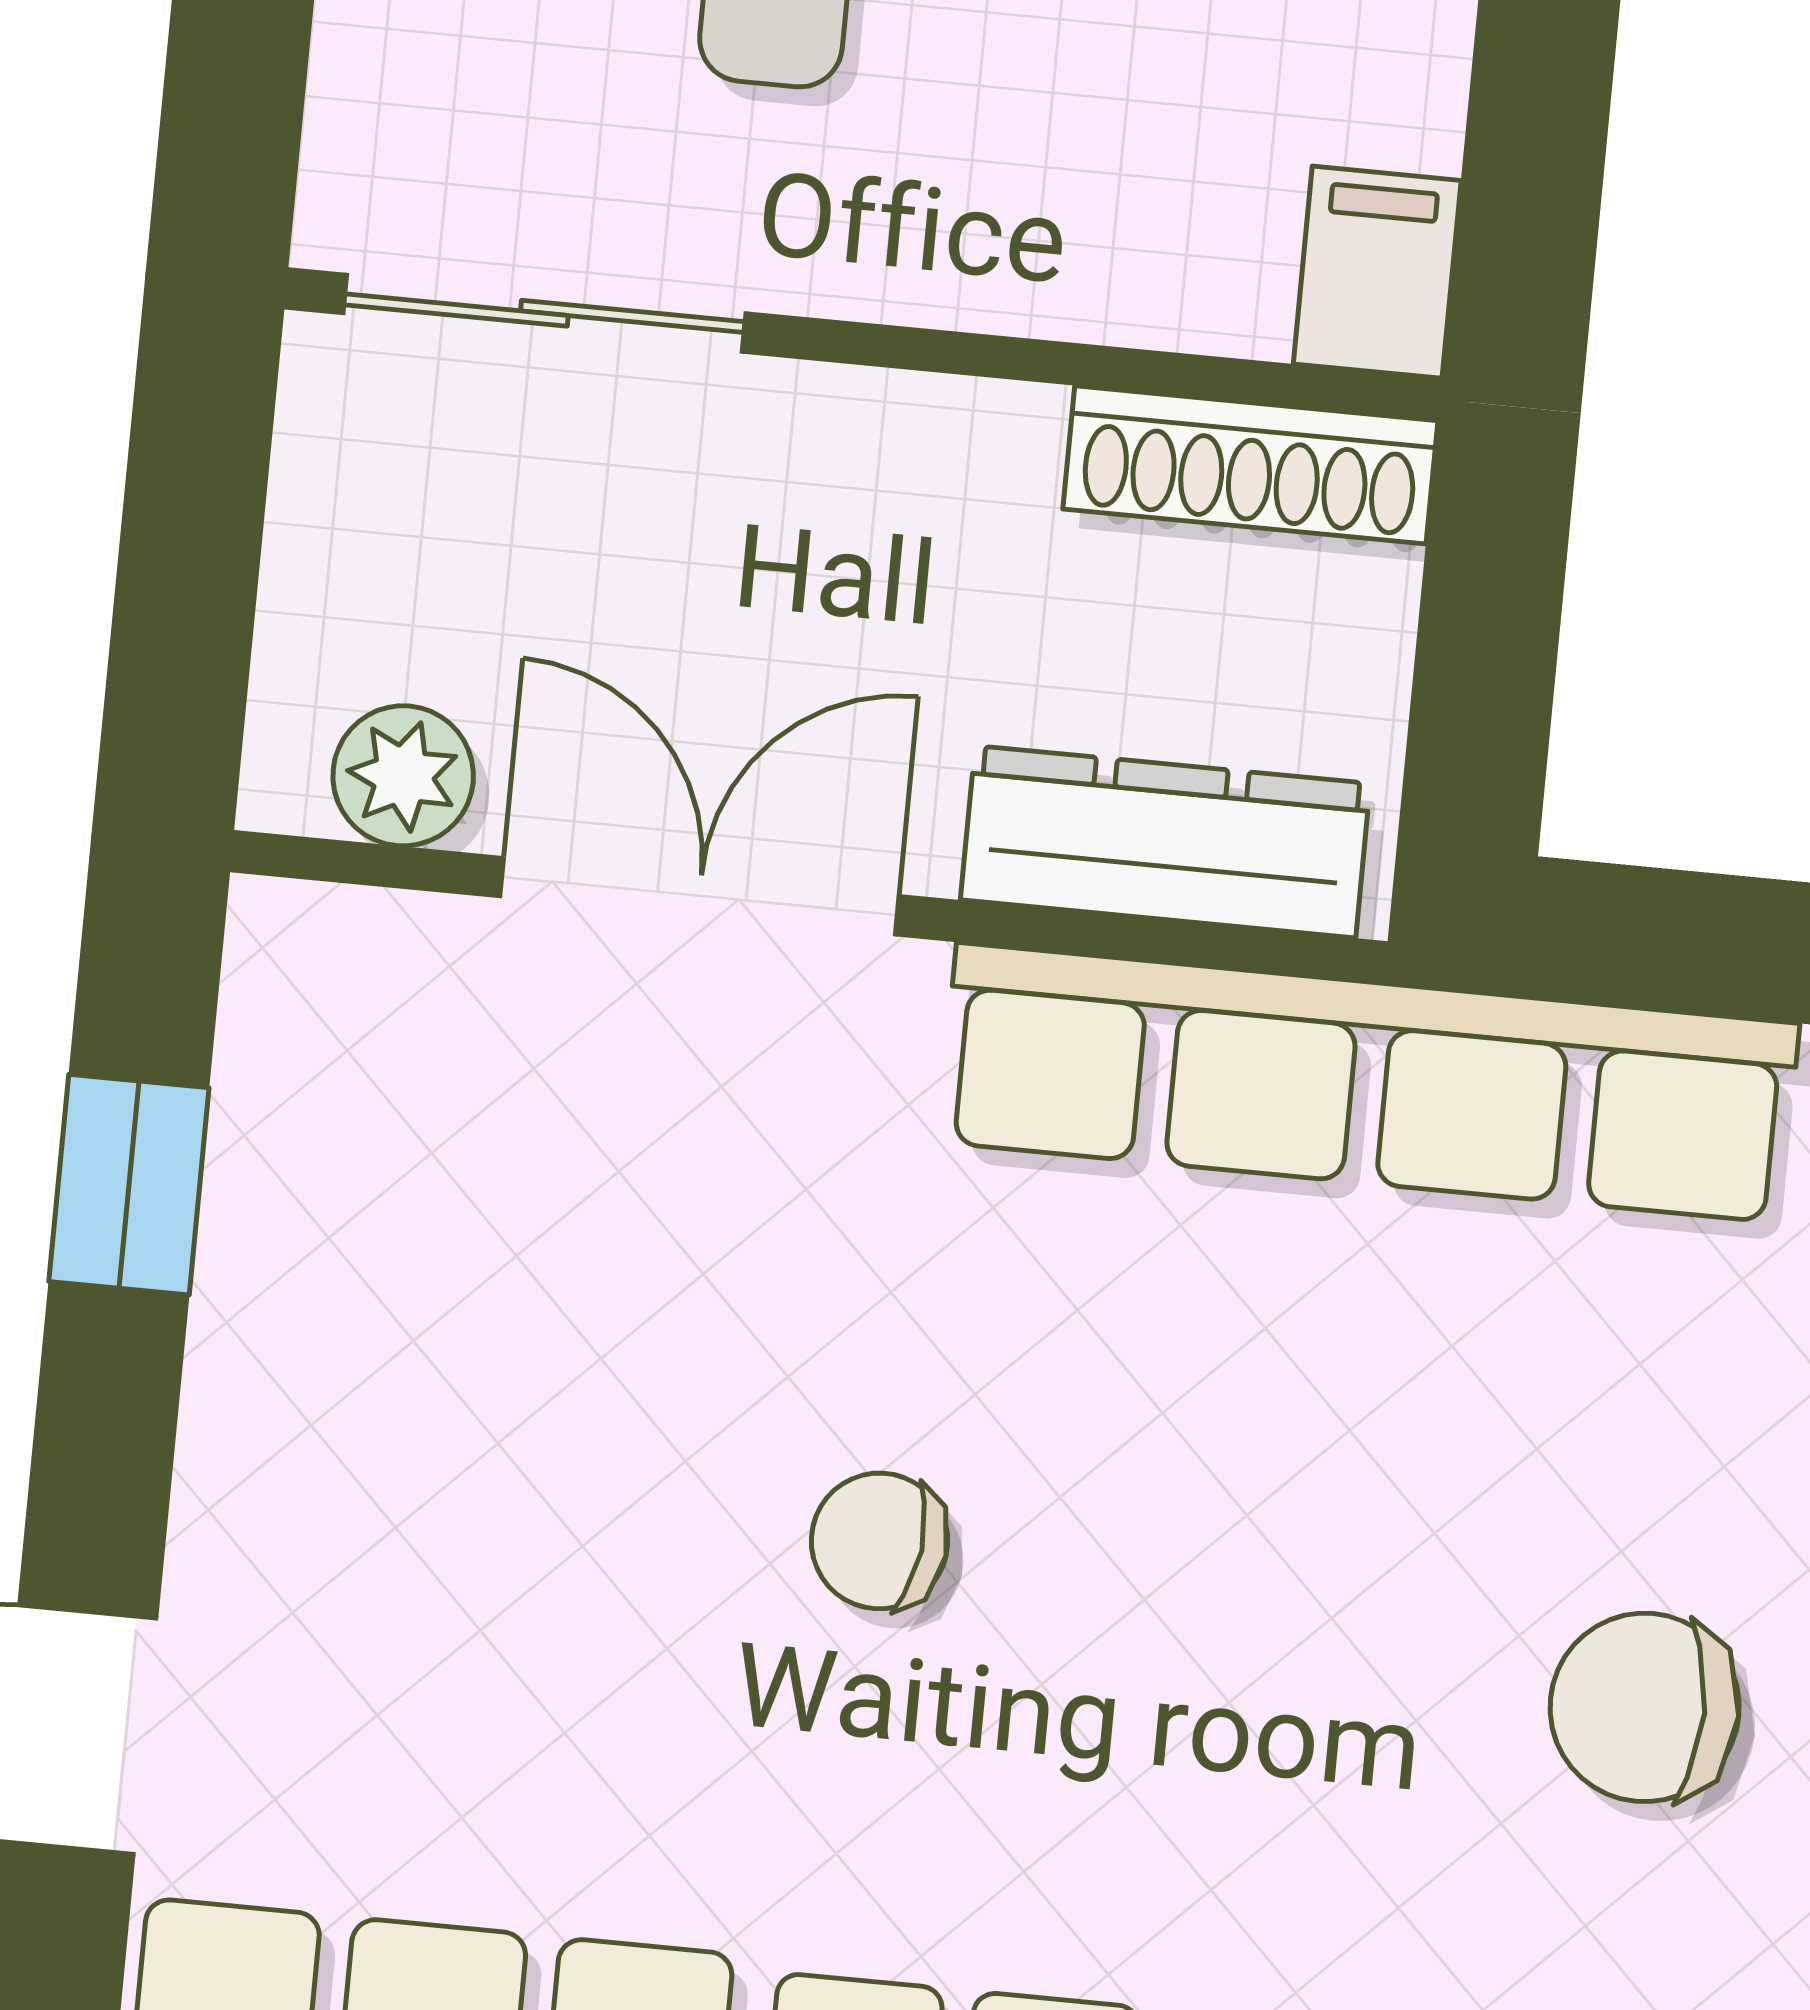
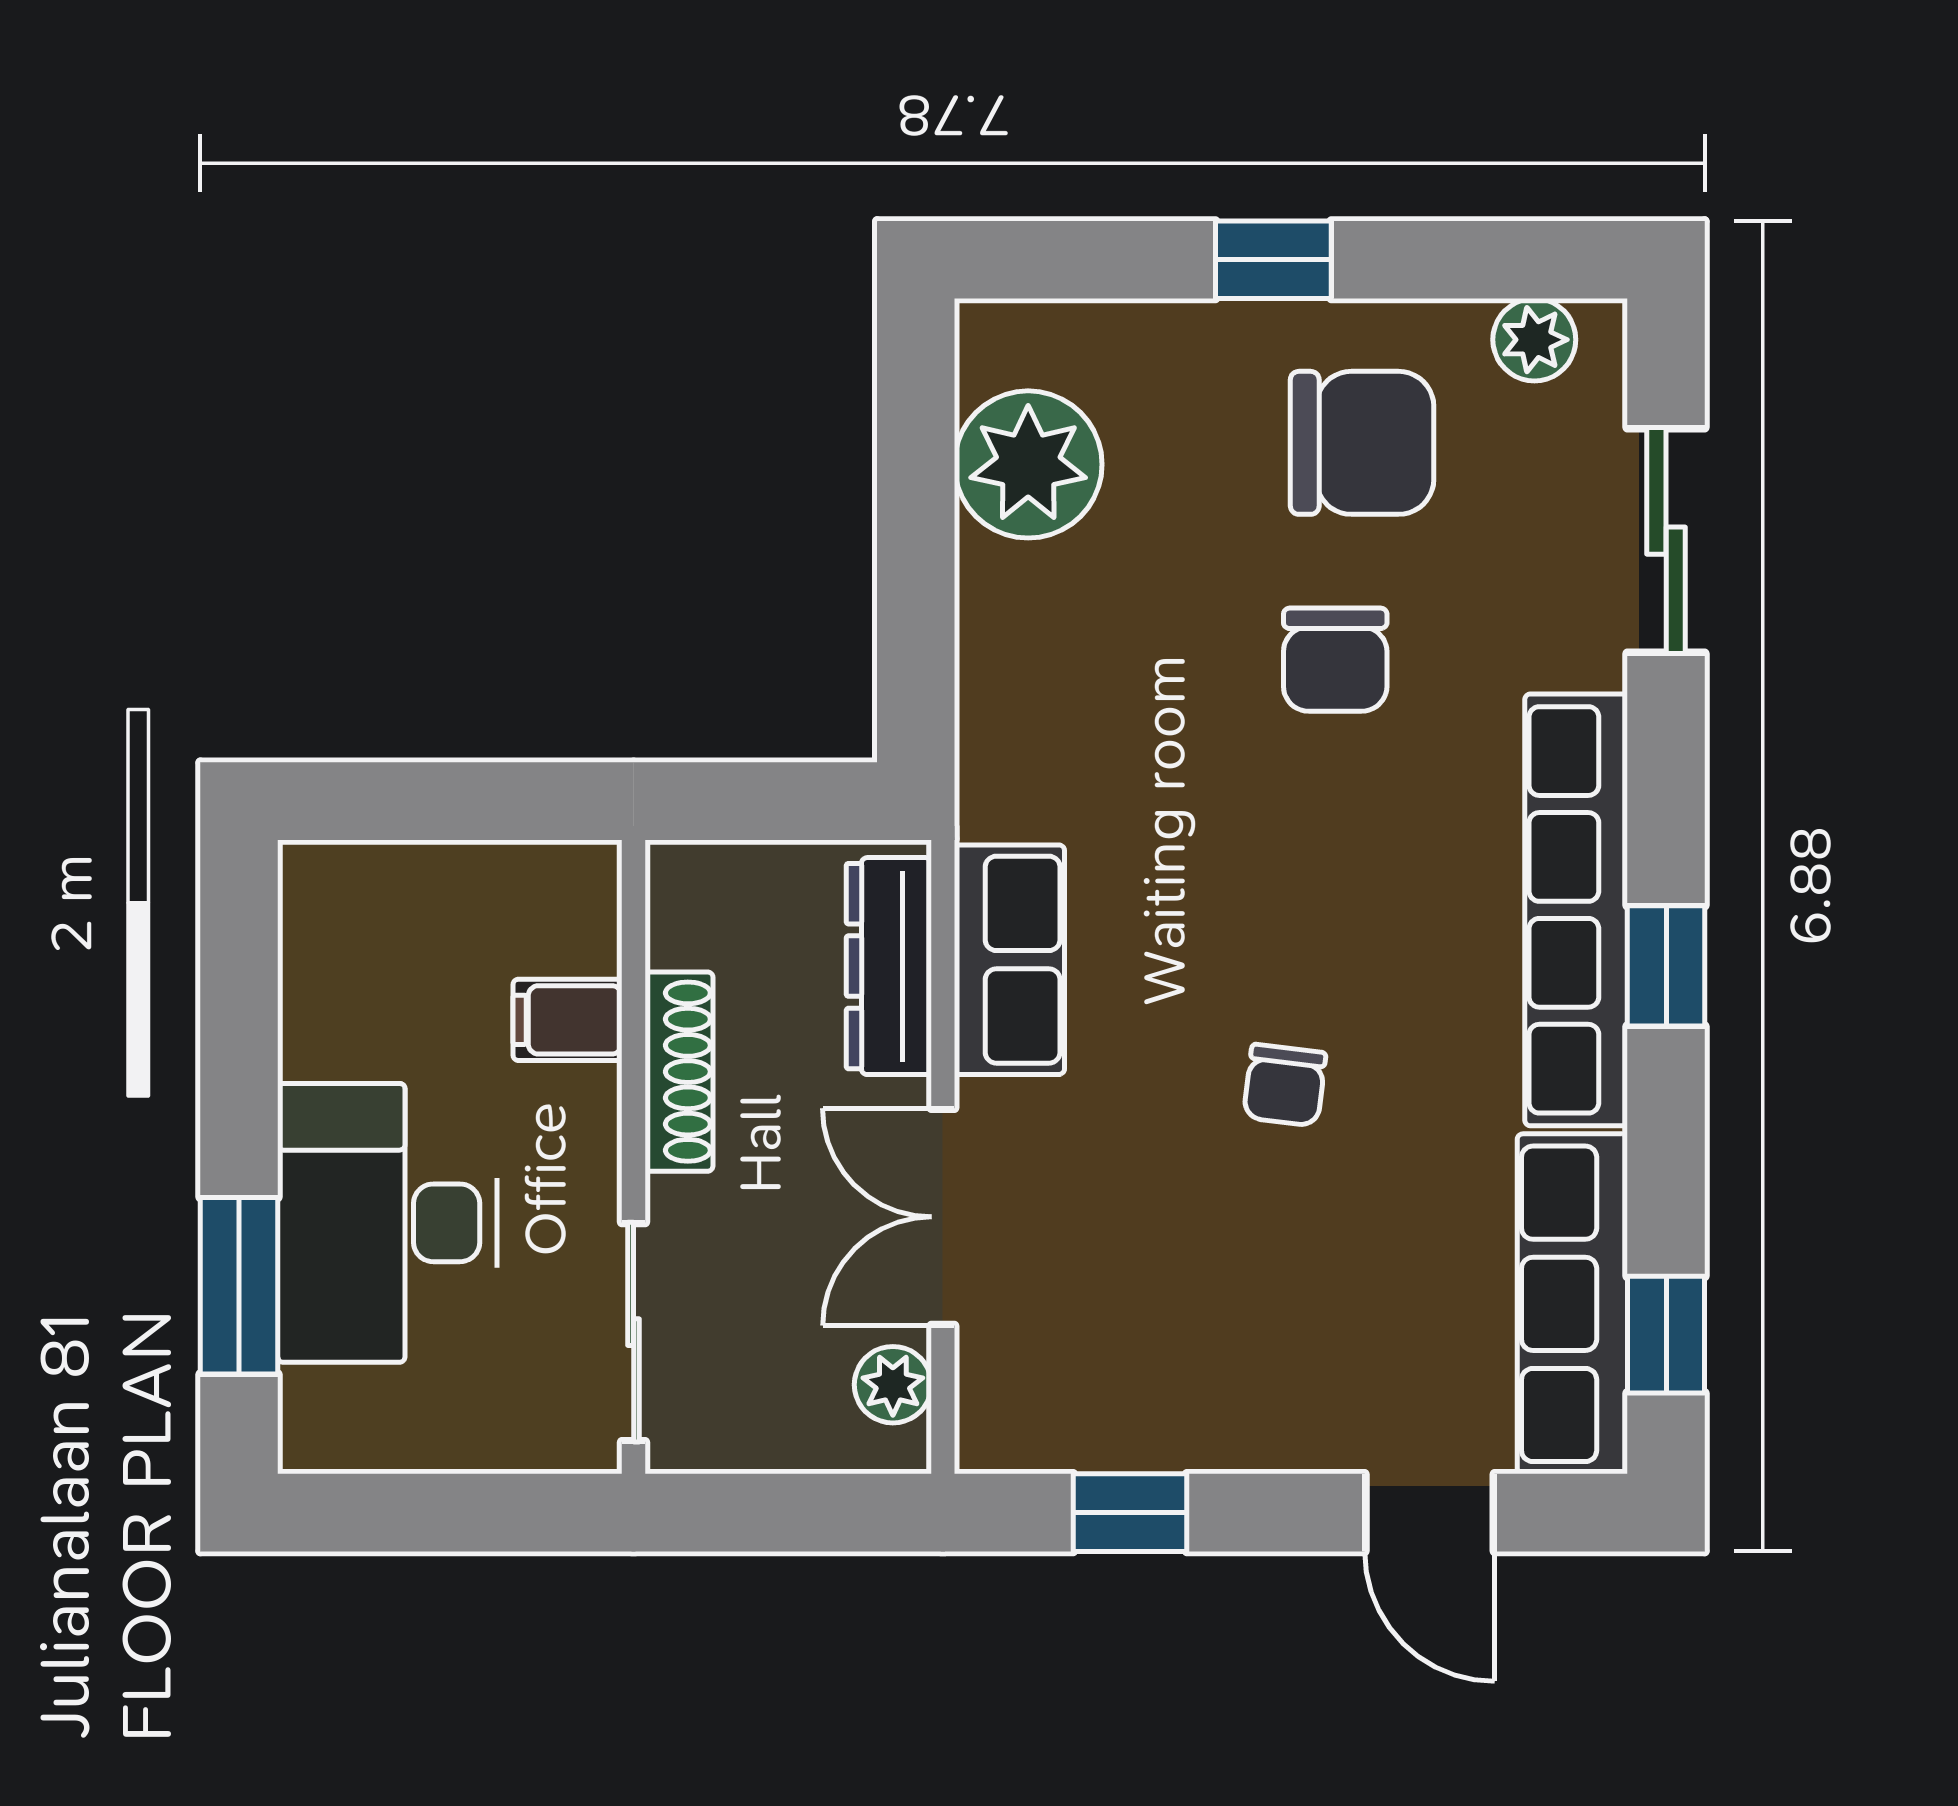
filing cabinet: (1377, 272) -> (567, 1020), moved
shoe rack: (1250, 465) -> (679, 1072), moved
row of seats: (1369, 1083) -> (1009, 960), width x0.50

